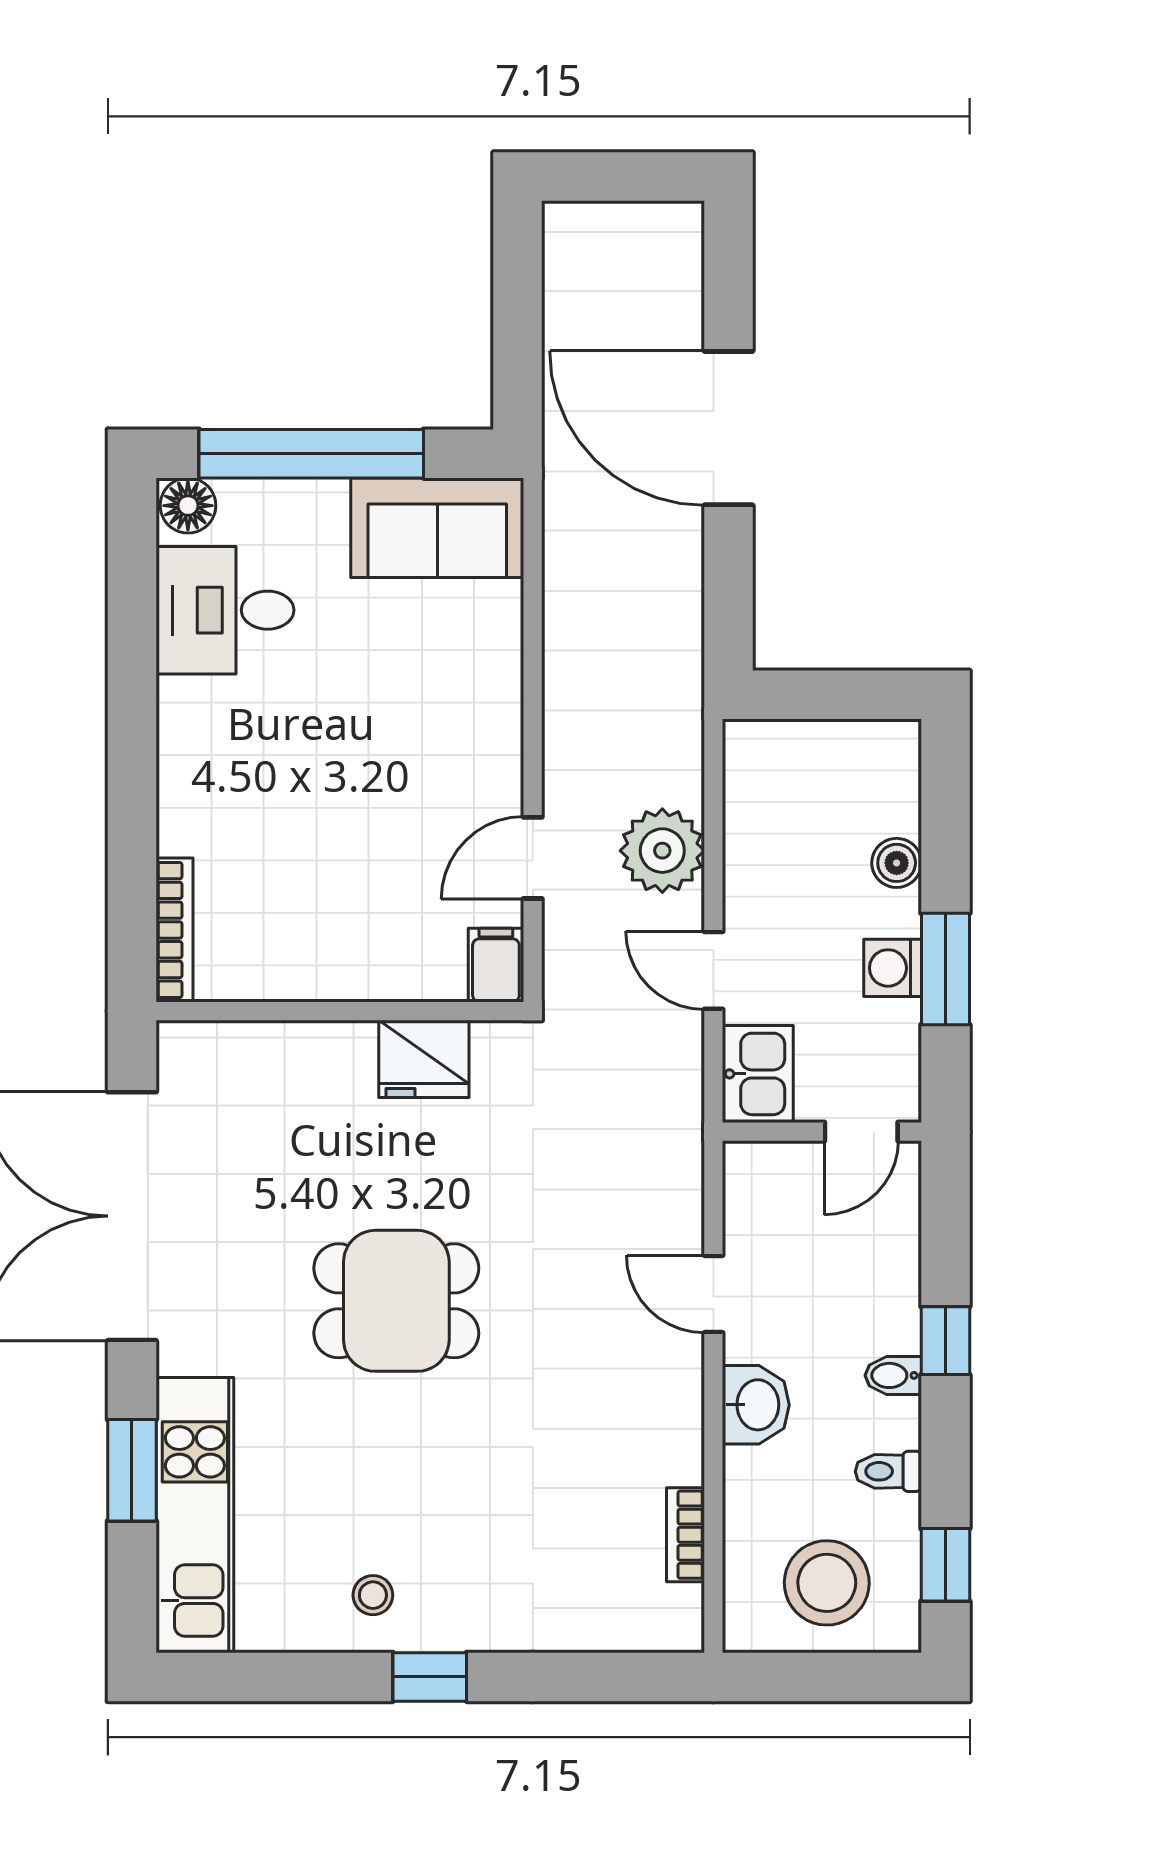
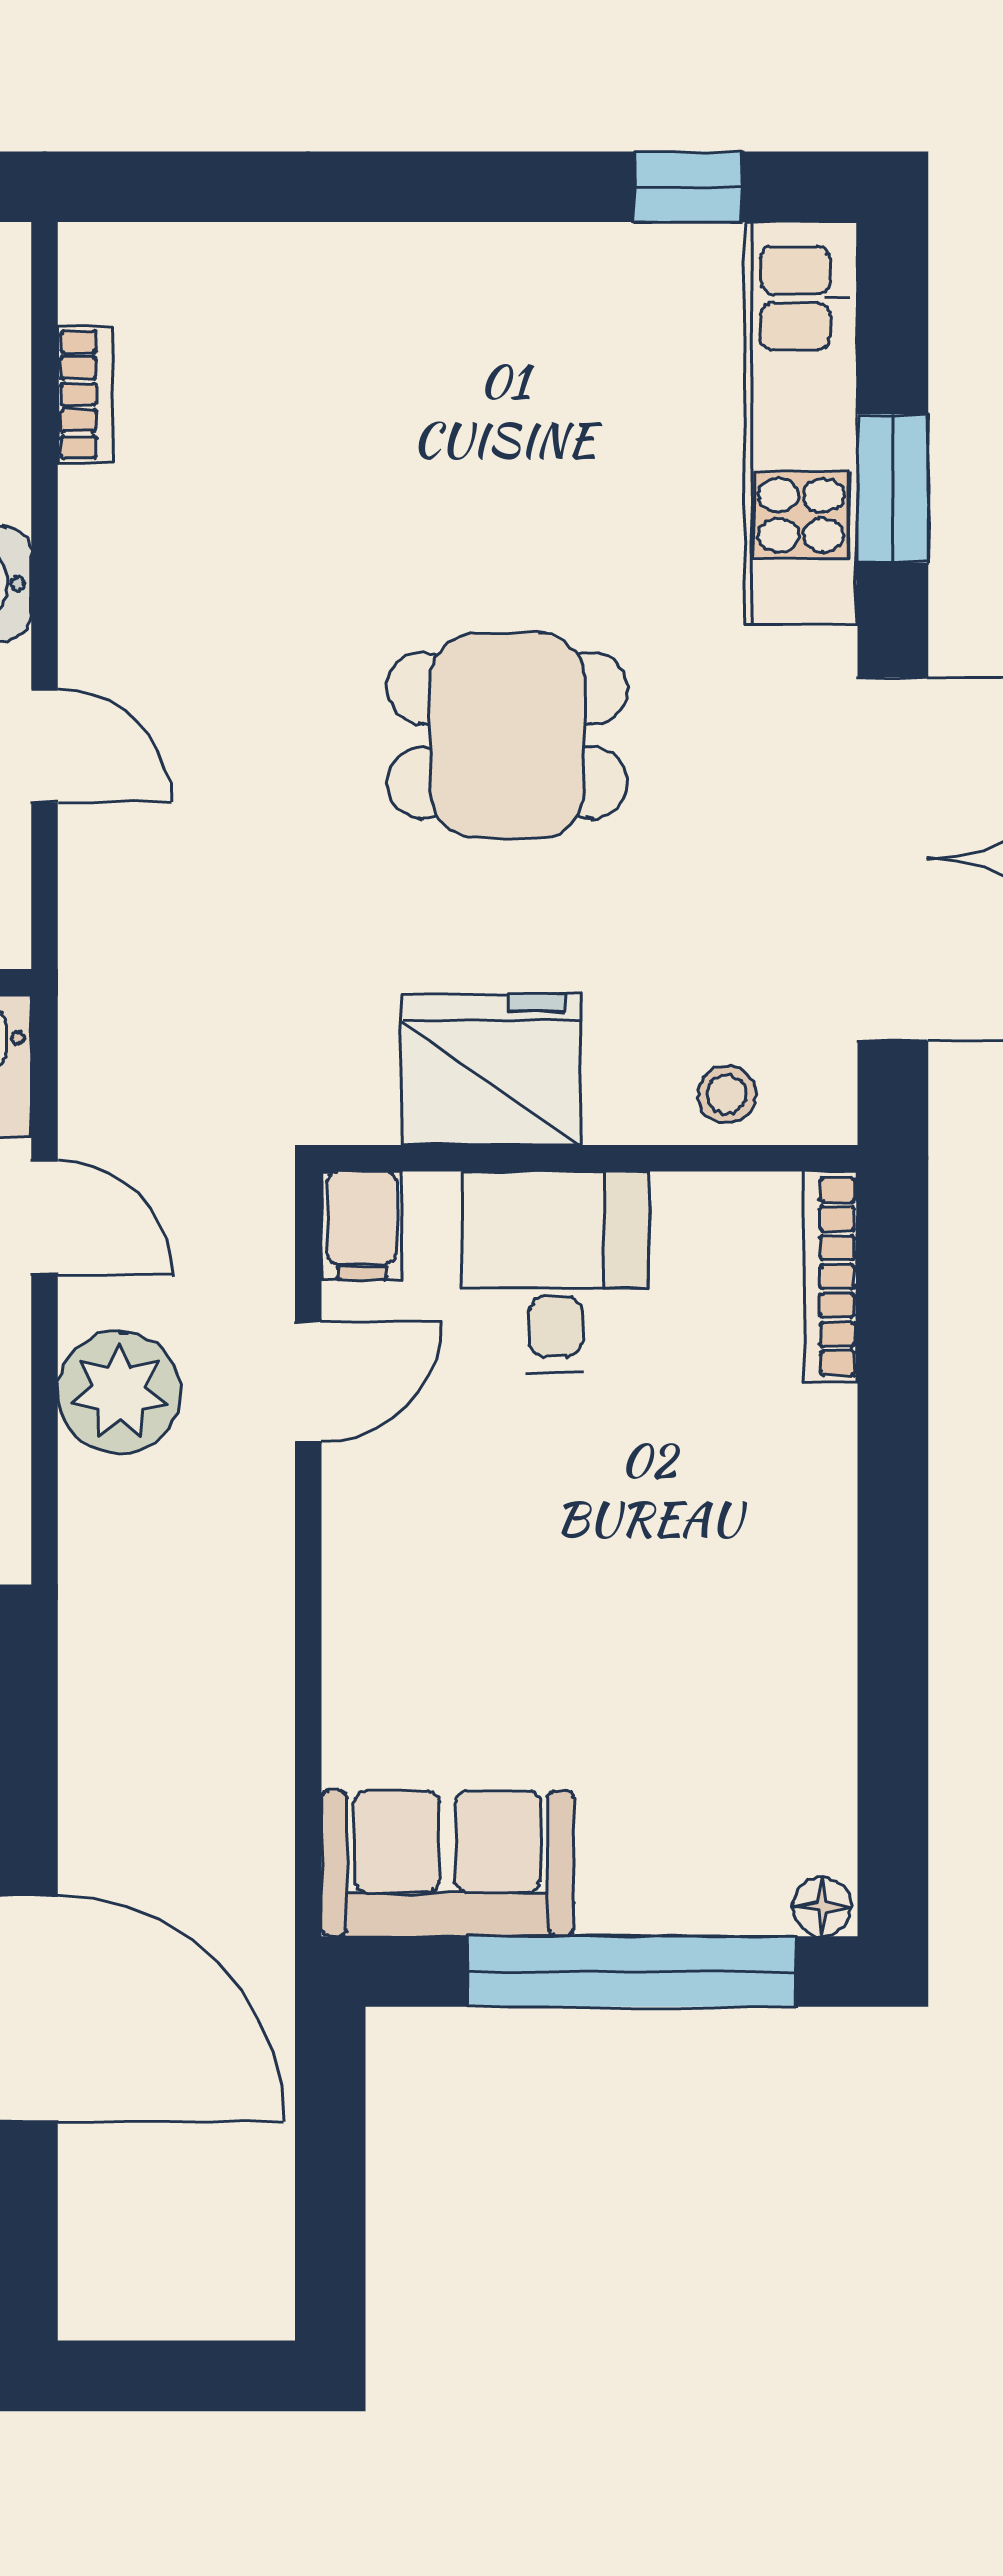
floor lamp: (188, 506) -> (822, 1907), width x0.73, depth x0.73
desk: (225, 610) -> (555, 1272), moved, turned -90
fridge: (424, 1059) -> (491, 1069), width x1.36, depth x1.34
stool: (373, 1595) -> (727, 1094), moved
window: (430, 1677) -> (688, 187), moved

